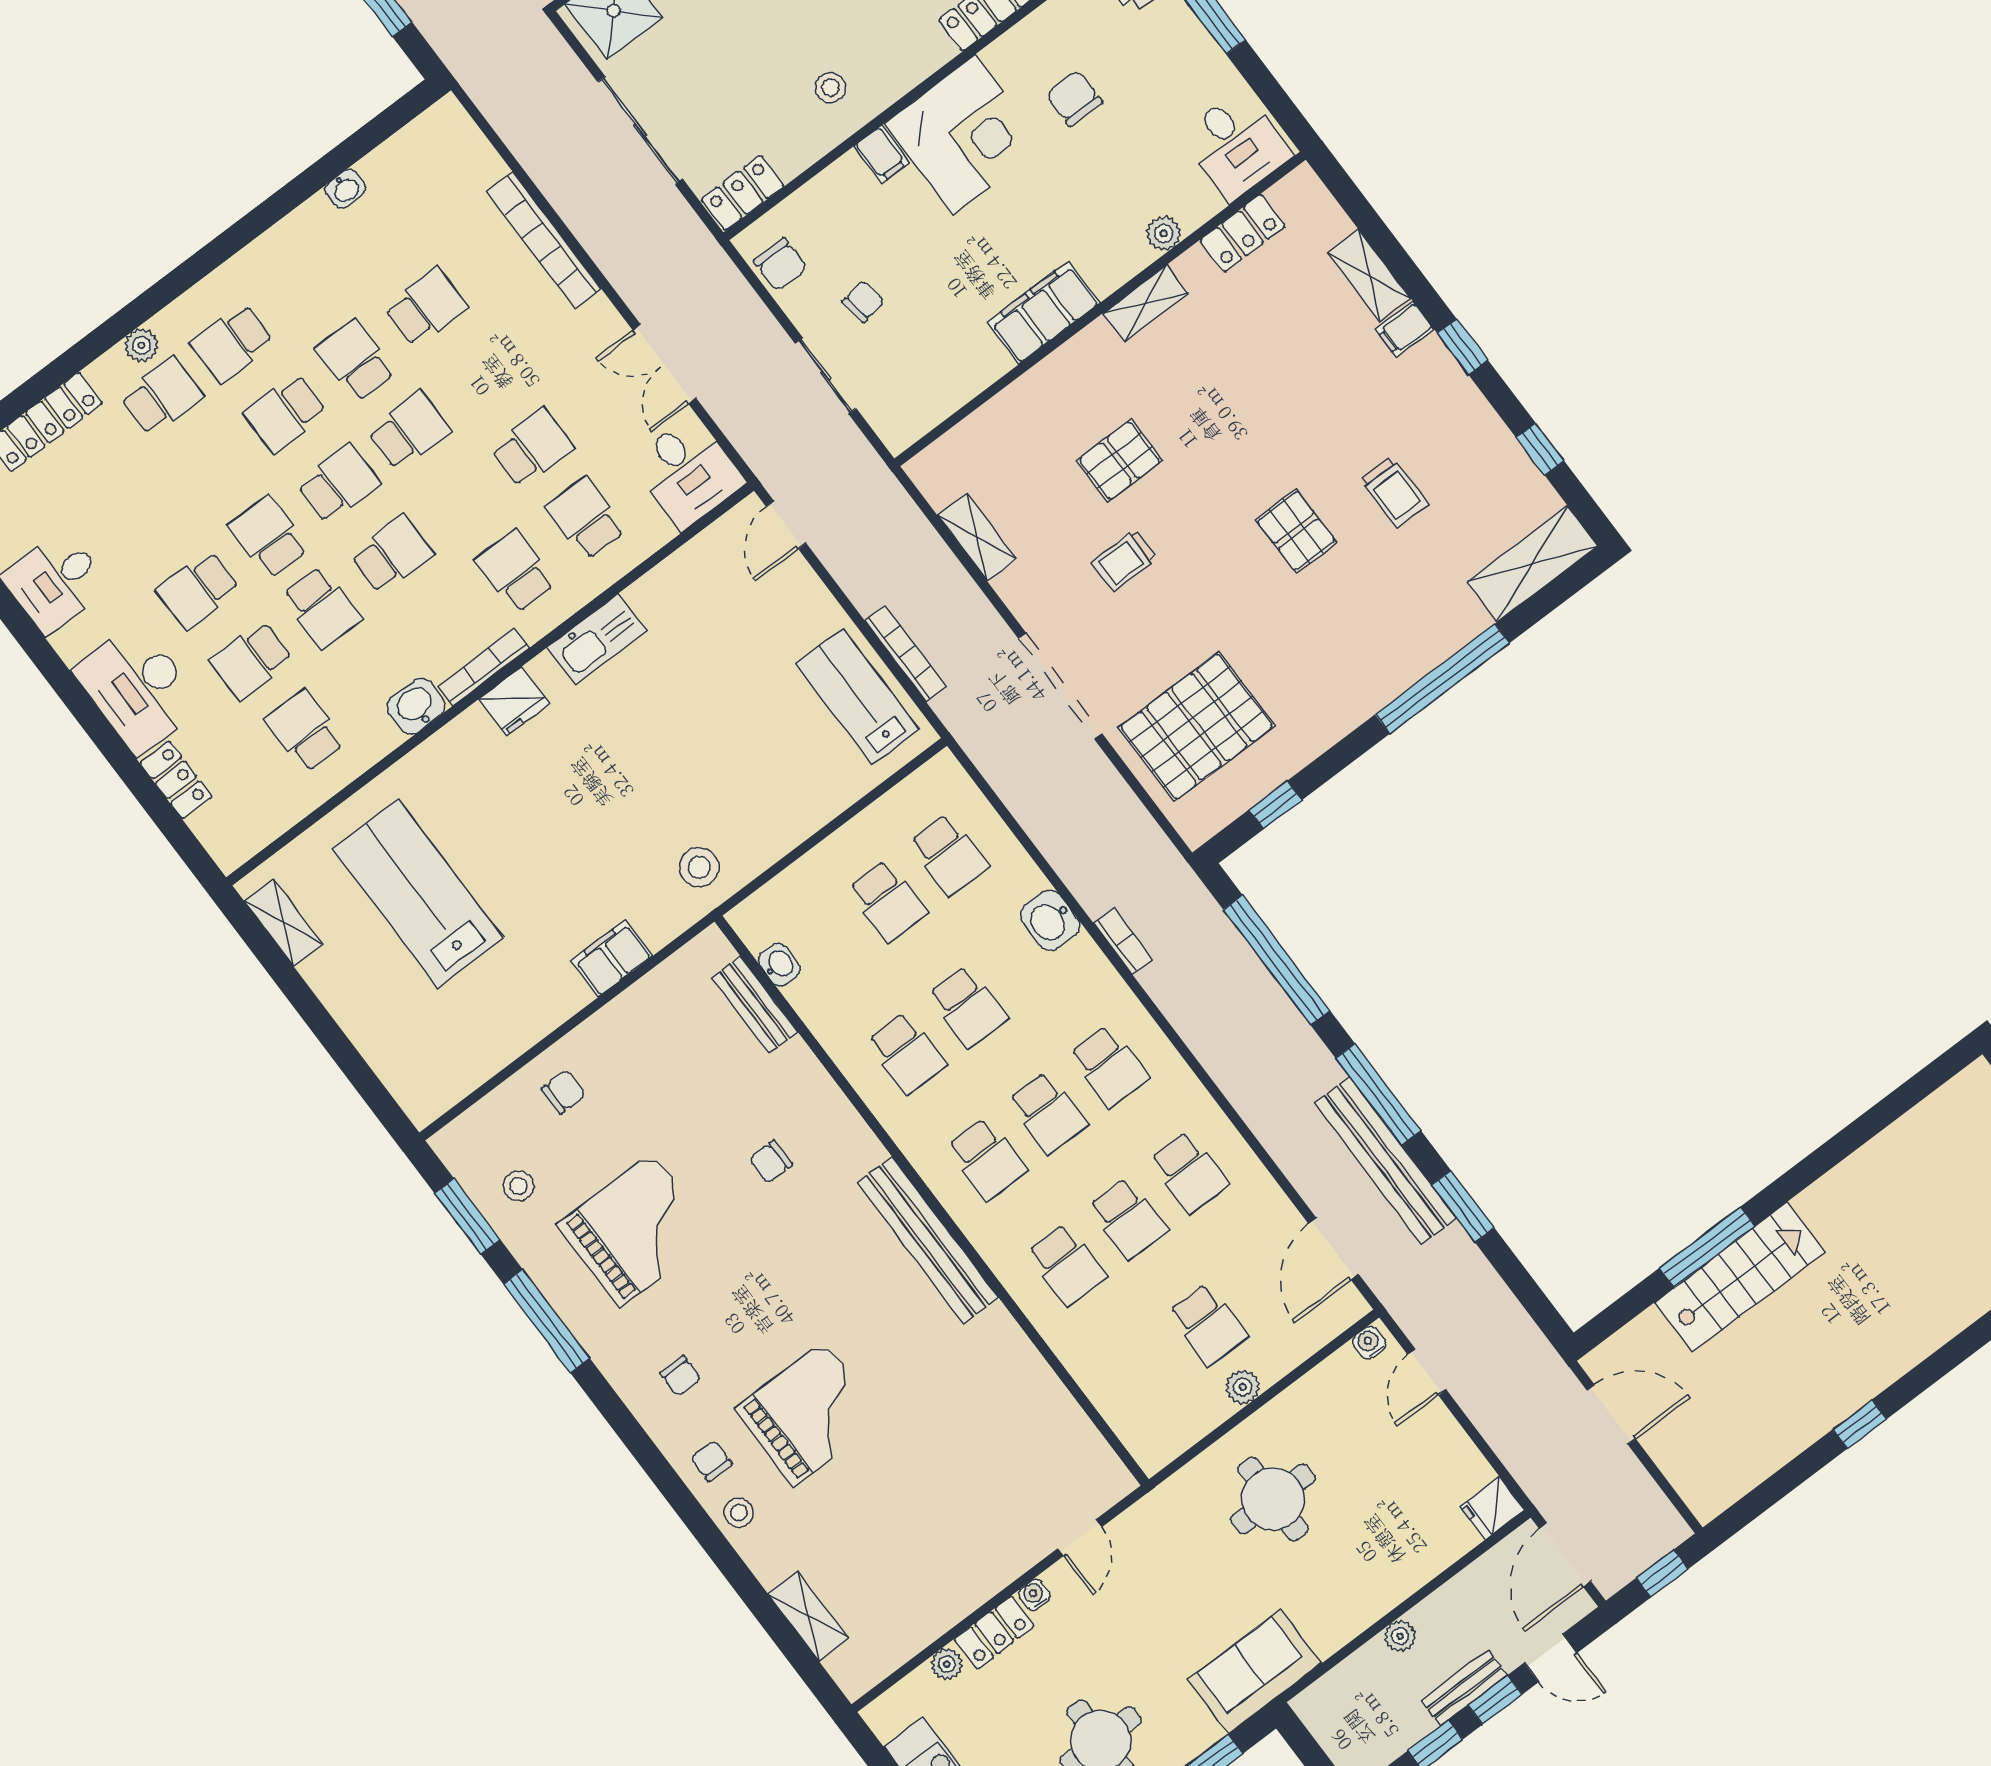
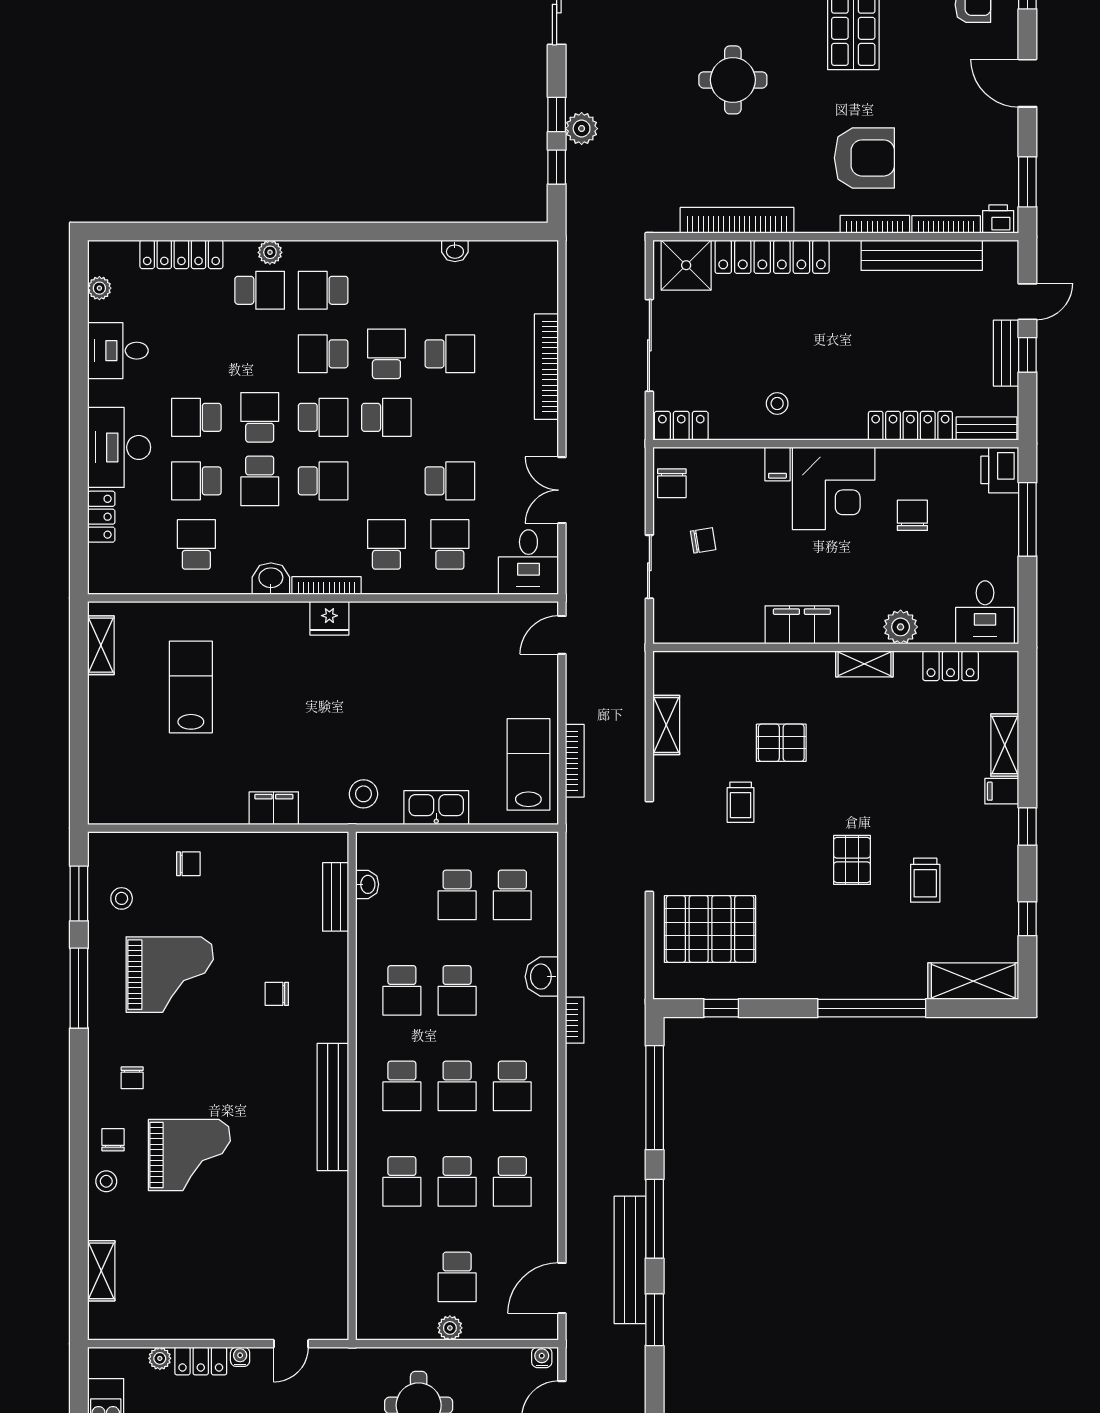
plant: (1164, 233) -> (901, 627), width x1.38, depth x1.38
trolley: (1124, 560) -> (741, 802), turned -90
kitchen sink: (597, 639) -> (436, 808), moved, turned 180
lab bench: (418, 894) -> (191, 687), width x0.73, depth x0.72

